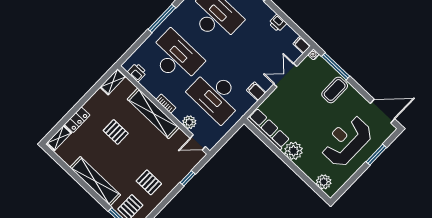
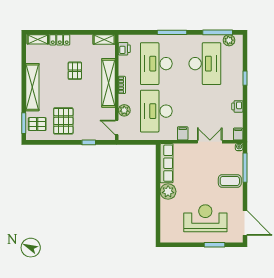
desk: (176, 57) -> (156, 64), turned 180
pallet: (149, 182) -> (63, 121), width x1.50, depth x1.42
plant: (324, 182) -> (167, 228), removed

